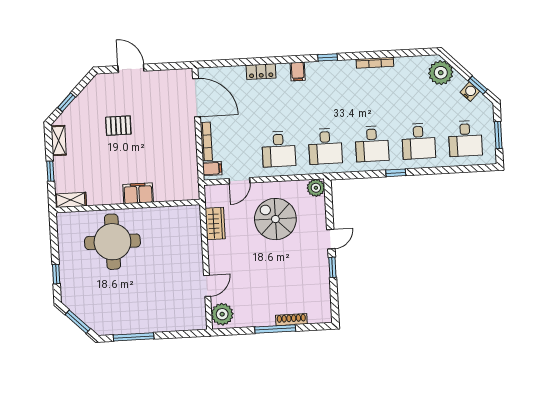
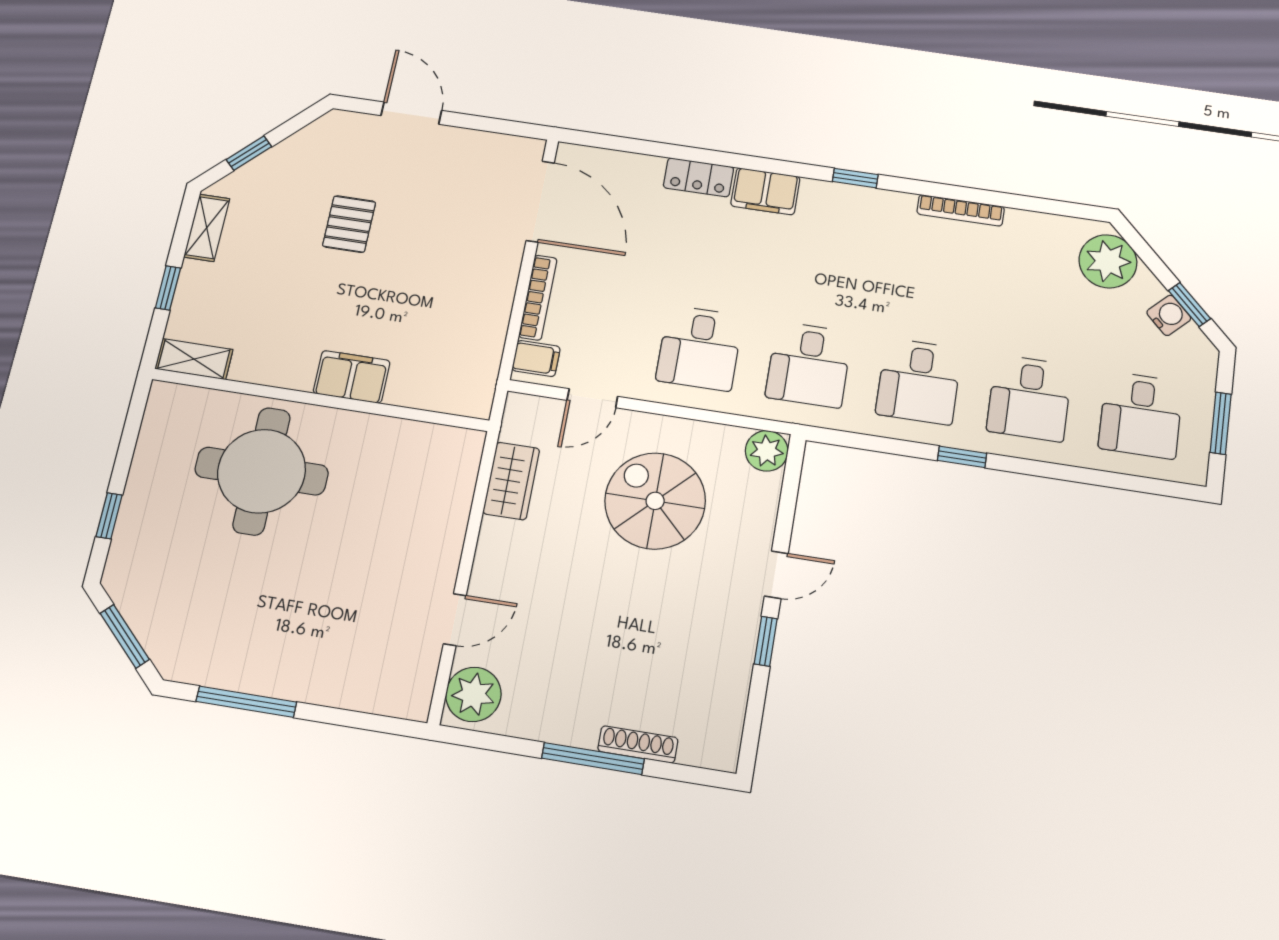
filing cabinet: (298, 72) -> (765, 191), width x2.00
pallet: (118, 126) -> (349, 224), turned 90

